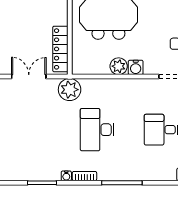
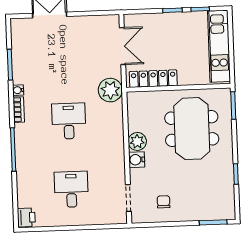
desk: (97, 130) -> (69, 121), width x0.73

